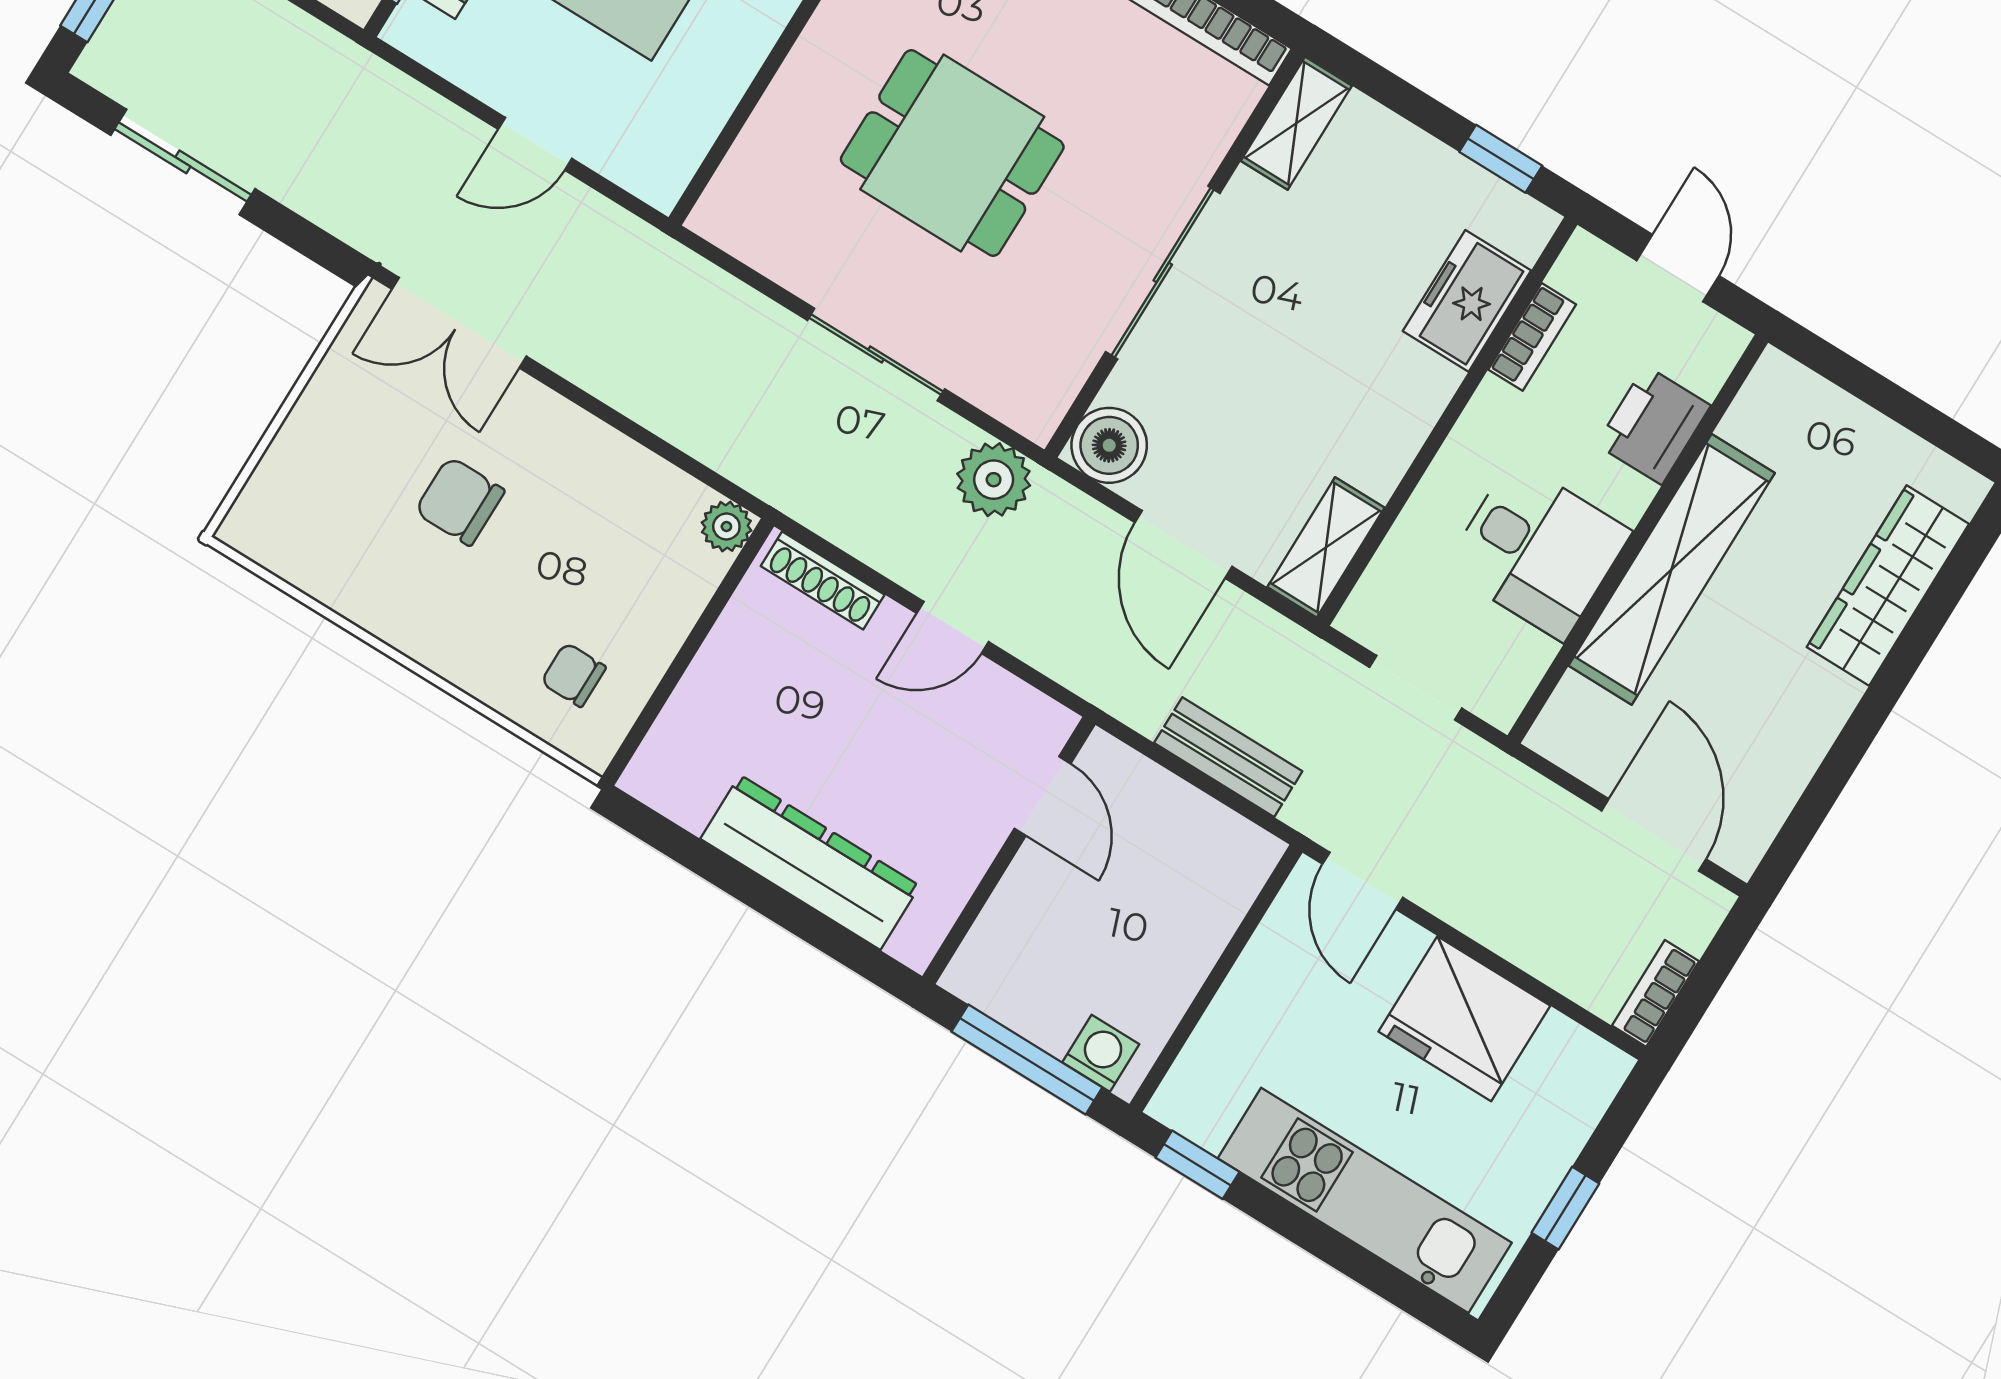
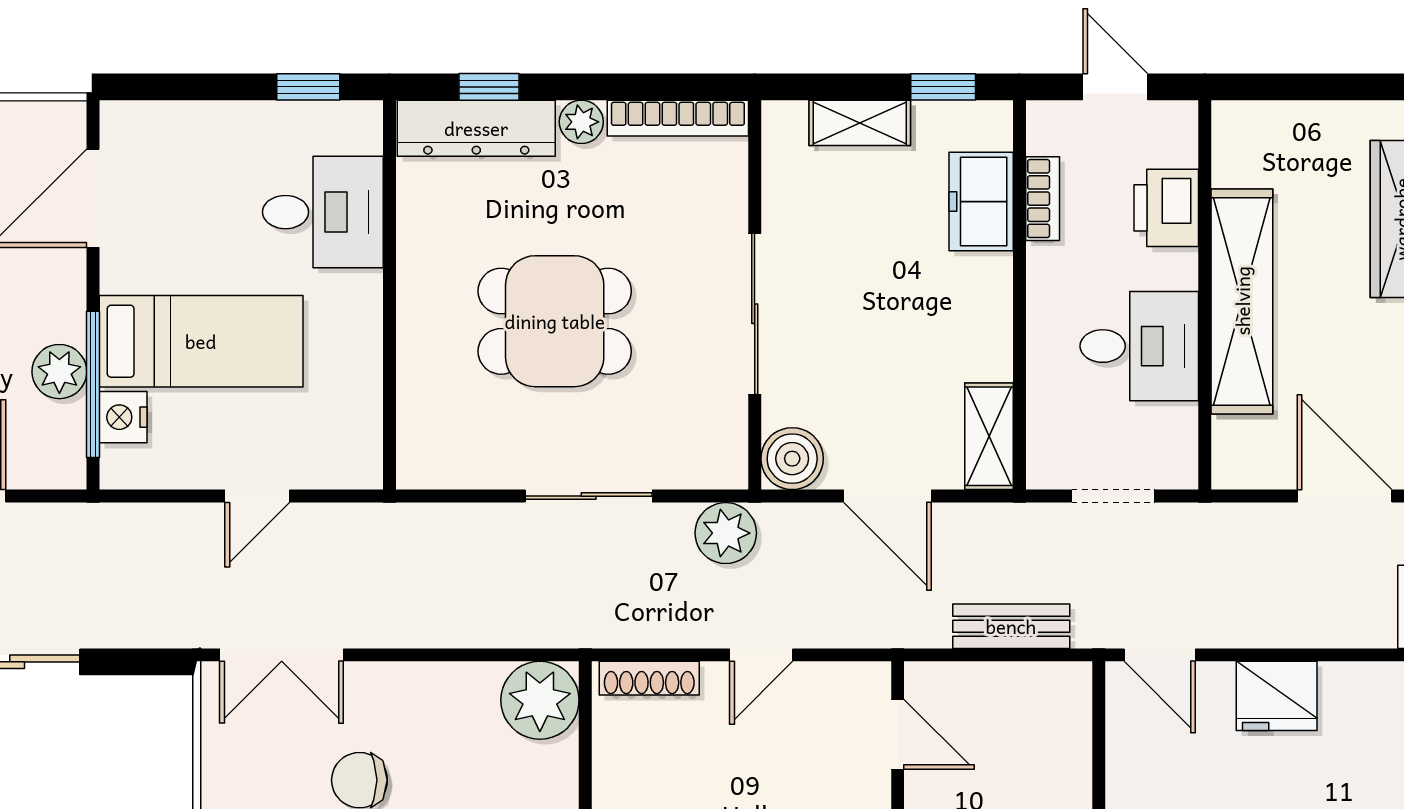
shelving: (1296, 123) -> (860, 123), moved, turned 90
plant: (726, 526) -> (540, 700), width x1.87, depth x1.87
fridge: (1464, 1019) -> (1277, 696), width x0.73, depth x0.75

